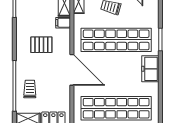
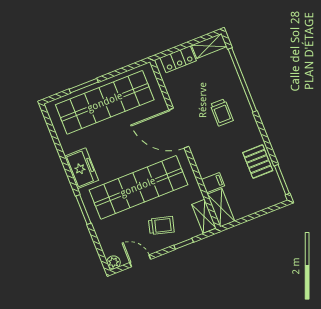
pallet: (41, 45) -> (258, 162), moved, turned 90
trolley: (30, 89) -> (222, 112), moved

